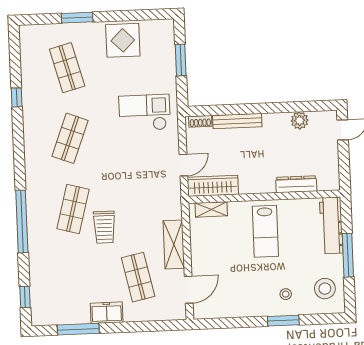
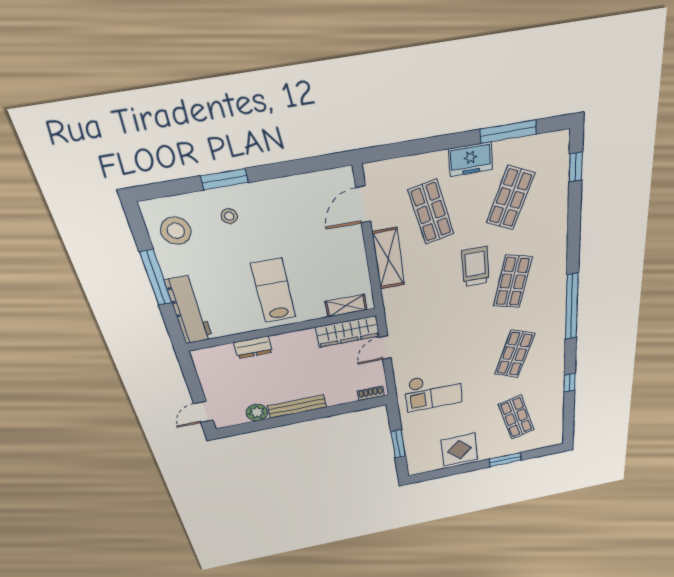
bench: (237, 121) -> (297, 407), moved
dresser: (296, 184) -> (253, 347), width x0.70
window: (22, 221) -> (572, 307), moved
shop shelf: (76, 280) -> (510, 198), added

